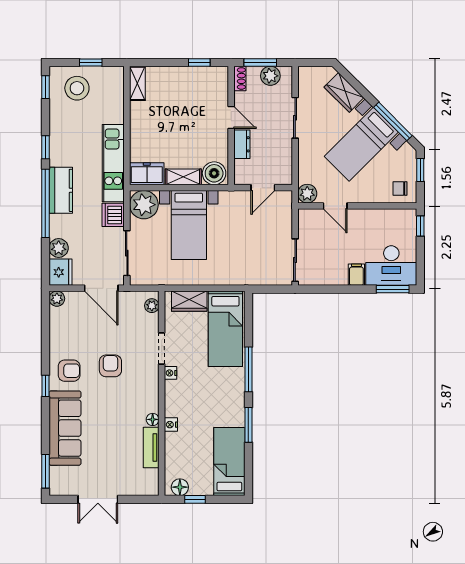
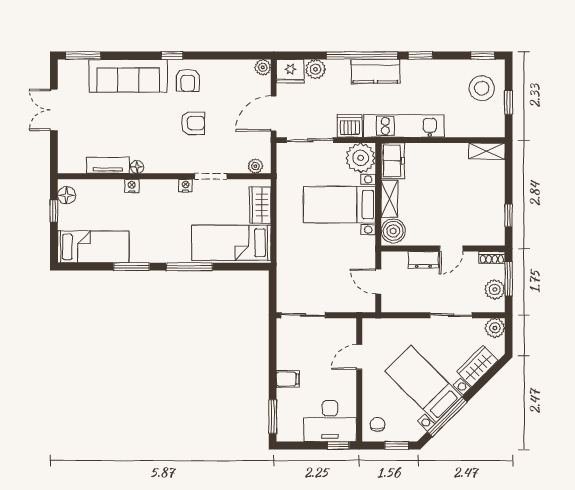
plant: (307, 194) -> (495, 328), moved
desk: (391, 266) -> (330, 421), moved, turned -90

